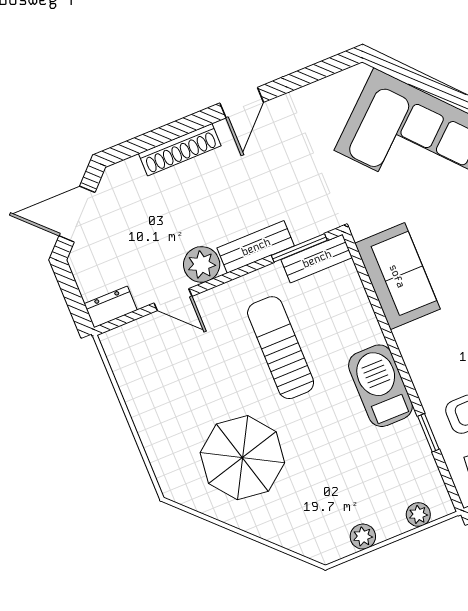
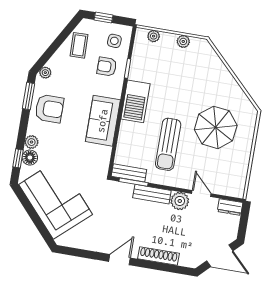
sofa: (397, 276) -> (103, 121), moved
parasol: (242, 458) -> (216, 127), moved

